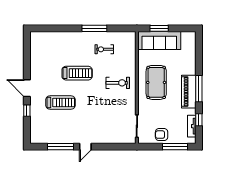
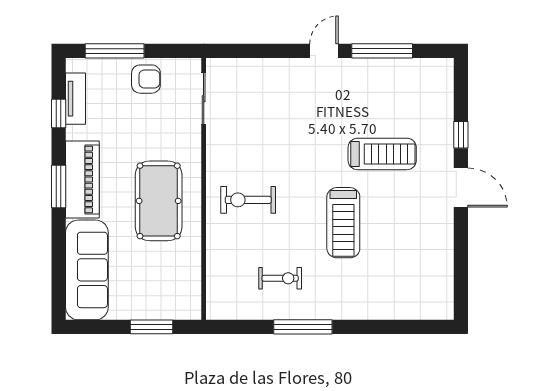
sofa: (159, 41) -> (87, 270), moved, turned 90
treadmill: (77, 73) -> (343, 223), turned -90
window: (199, 89) -> (59, 187), width x0.69
treadmill: (60, 103) -> (382, 154), turned 180

